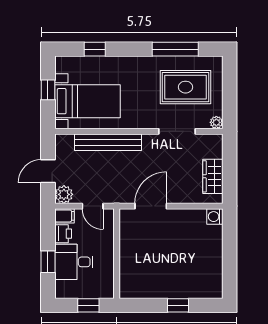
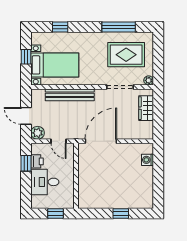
door: (48, 171) -> (26, 116), hinge flipped
wardrobe: (213, 176) -> (146, 108), moved
door: (151, 206) -> (101, 141), width x1.36
filing cabinet: (64, 216) -> (38, 148), removed
washing machine: (215, 217) -> (147, 160), moved
window: (48, 262) -> (26, 163), moved

